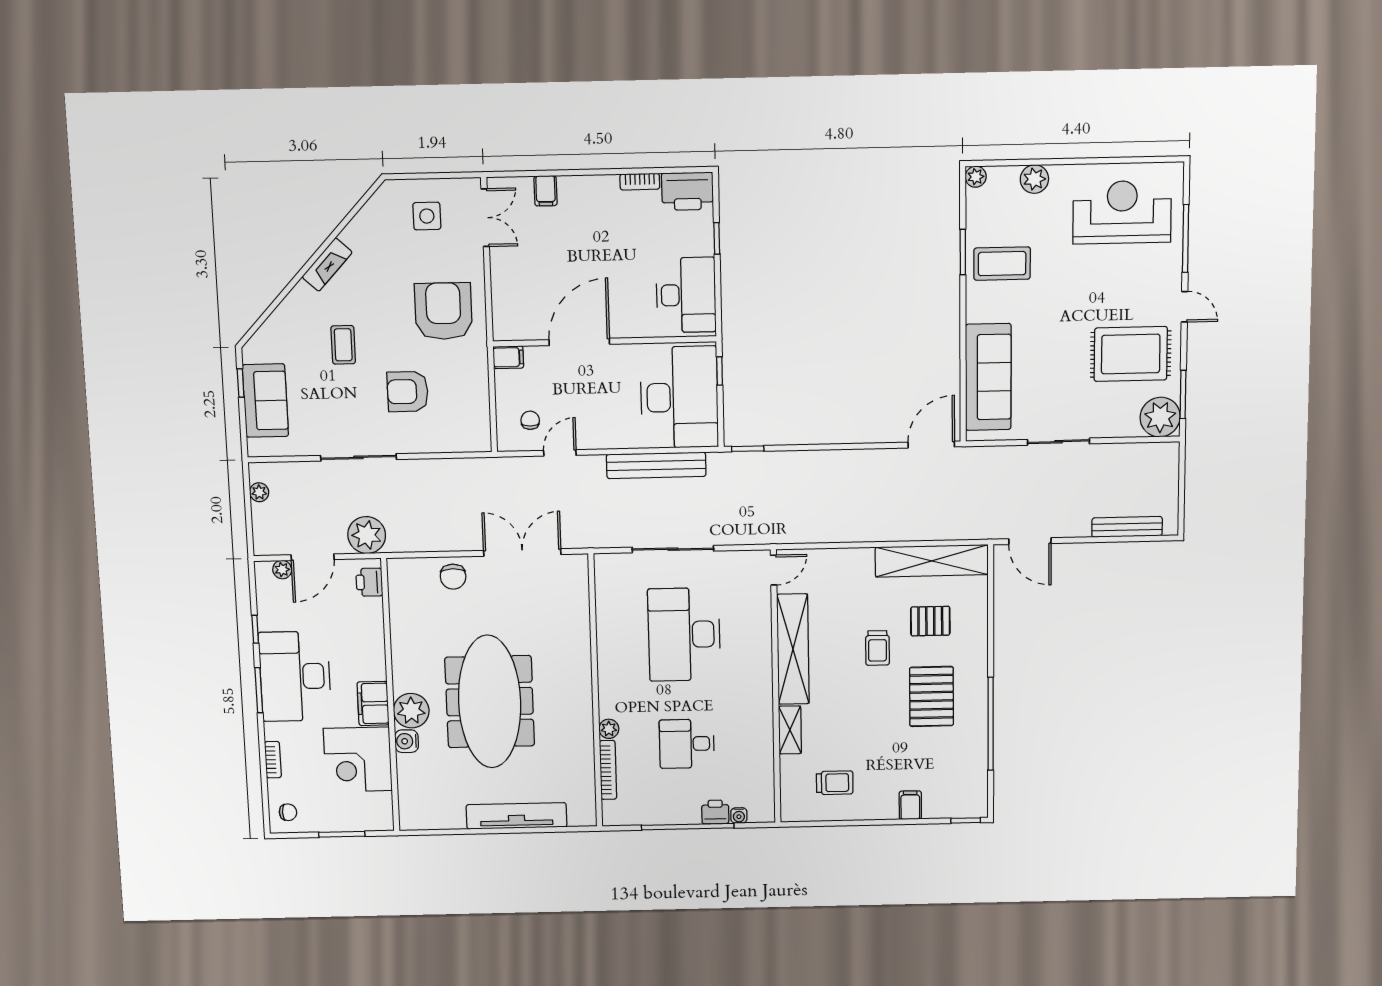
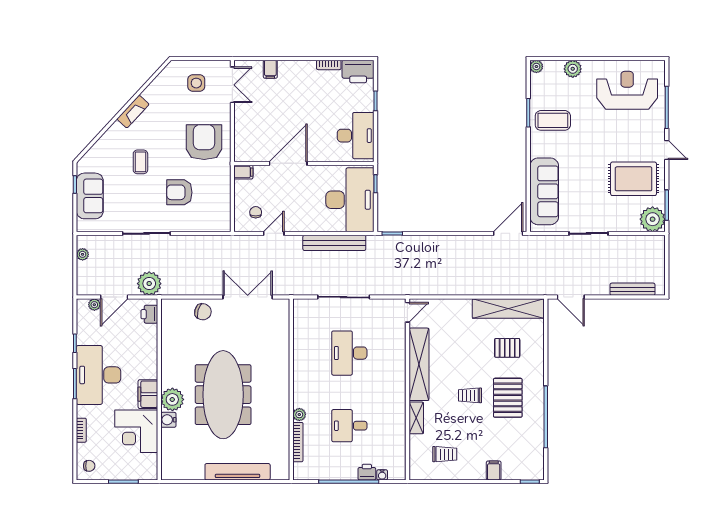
chair: (453, 577) -> (203, 312), turned -74
desk: (684, 634) -> (349, 353), width x0.73, depth x0.77
trolley: (877, 648) -> (470, 395), moved, turned 90

